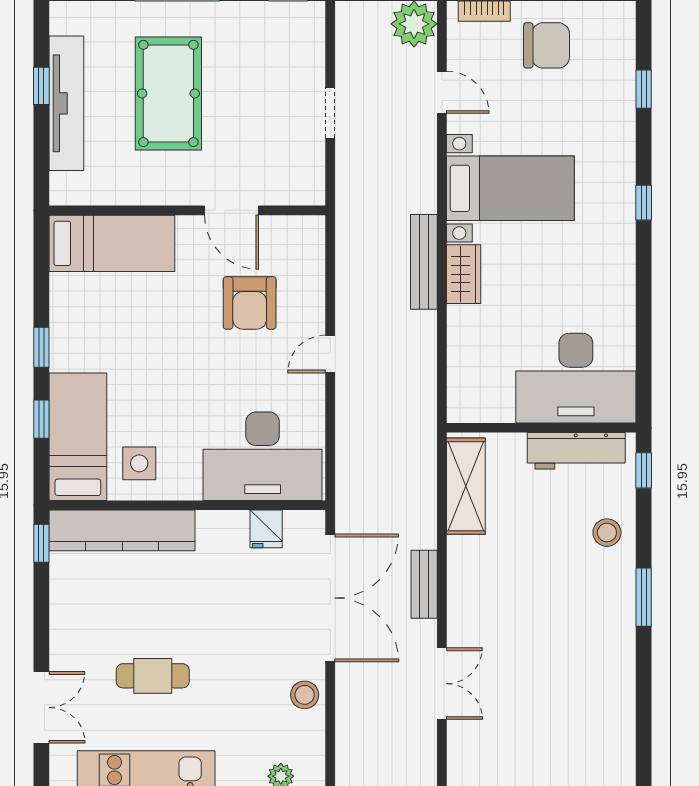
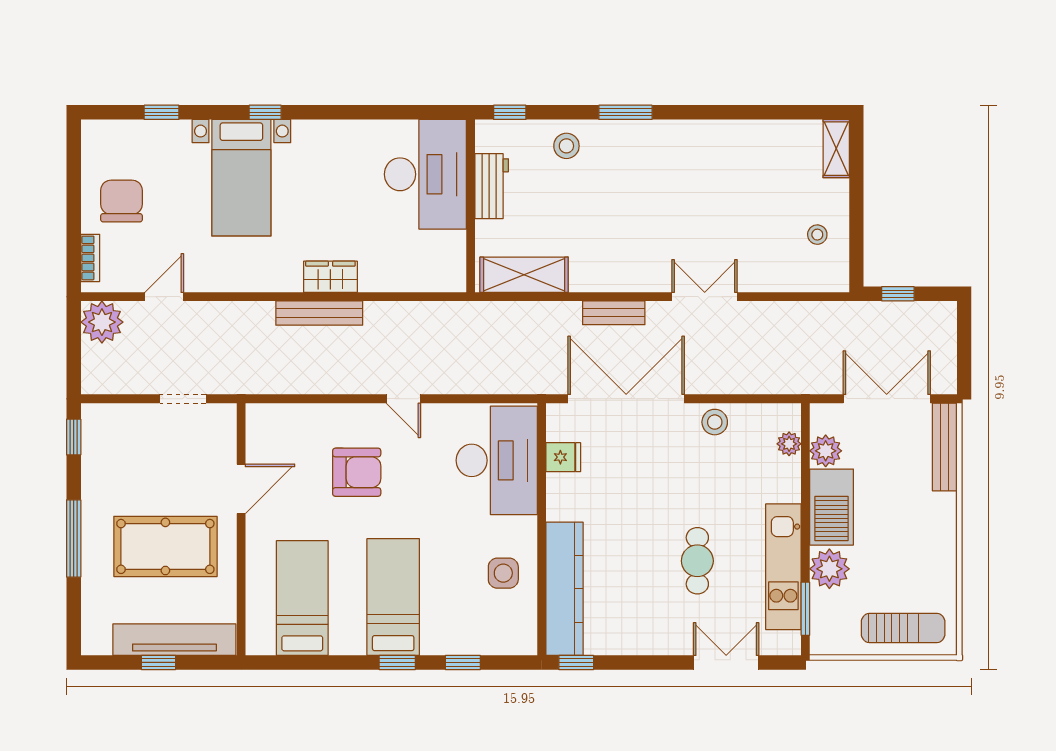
bed with nightstands: (510, 188) -> (241, 178), moved, turned 180
wall: (187, 210) -> (241, 529), moved
door: (231, 210) -> (241, 489), moved
bed: (78, 437) -> (393, 597), moved, turned 90
workbench: (576, 451) -> (492, 186), width x0.73

